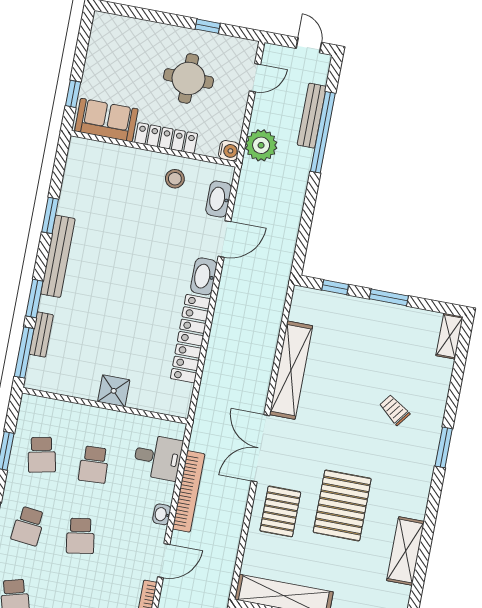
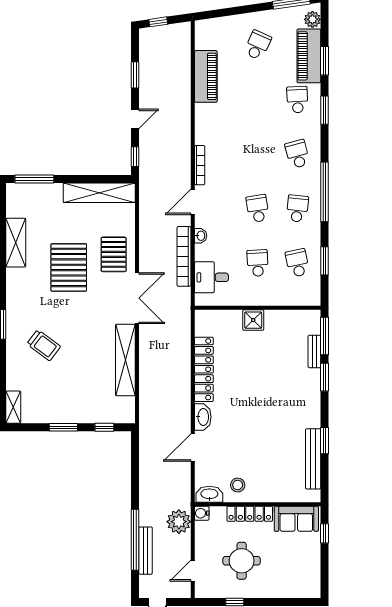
washbasin: (219, 199) -> (209, 494), moved, turned -90
bench: (58, 256) -> (313, 459), moved
trolley: (394, 410) -> (44, 345), width x1.36, depth x1.39

